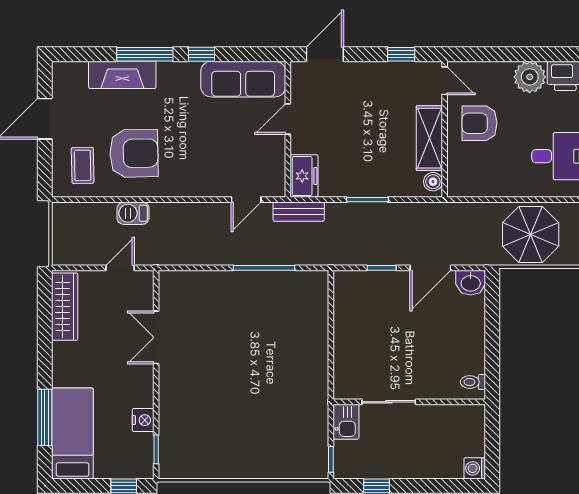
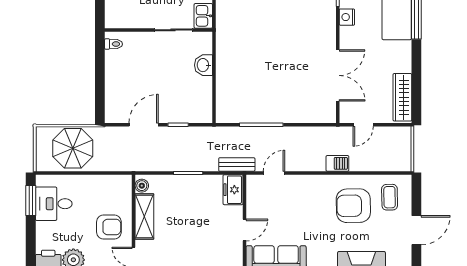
barbecue: (133, 213) -> (337, 163), moved
washbasin: (471, 283) -> (203, 65), moved, turned -90
double door: (156, 337) -> (338, 75), width x1.37

